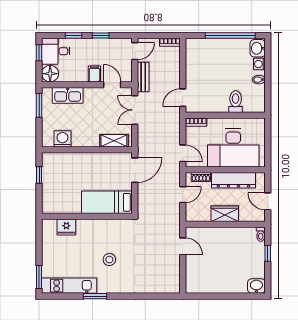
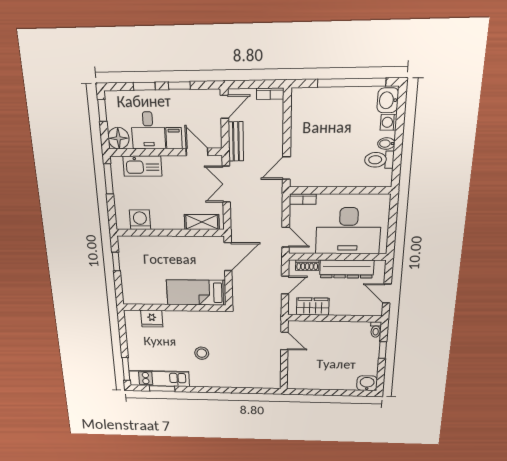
desk: (56, 51) -> (148, 130), moved, turned -90
toilet: (236, 102) -> (379, 160), moved, turned -90
wardrobe: (225, 214) -> (313, 307), moved
window: (95, 296) -> (162, 389), moved

